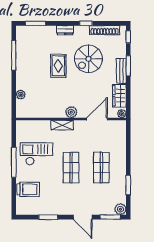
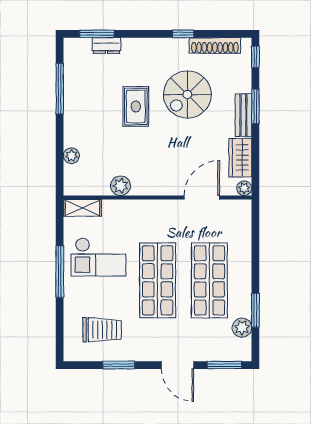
dresser: (65, 30) -> (106, 46), moved
plant: (71, 112) -> (121, 186), moved
shelving: (62, 125) -> (82, 208), moved
checkout: (36, 154) -> (98, 257), turned 180
shop shelf: (71, 168) -> (158, 280), width x1.43, depth x1.36
shop shelf: (101, 168) -> (209, 280), width x1.43, depth x1.36
trolley: (28, 189) -> (102, 330), moved
plant: (120, 209) -> (242, 328), moved

